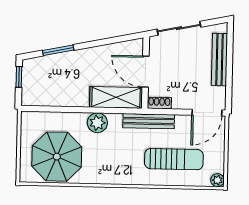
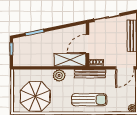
door: (146, 72) -> (87, 44), hinge flipped
sun lounger: (174, 159) -> (89, 100), moved

